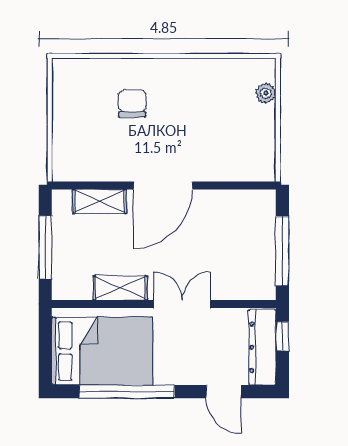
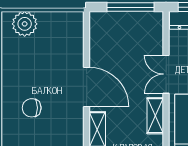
plant: (266, 93) -> (25, 24), width x1.87, depth x1.87

